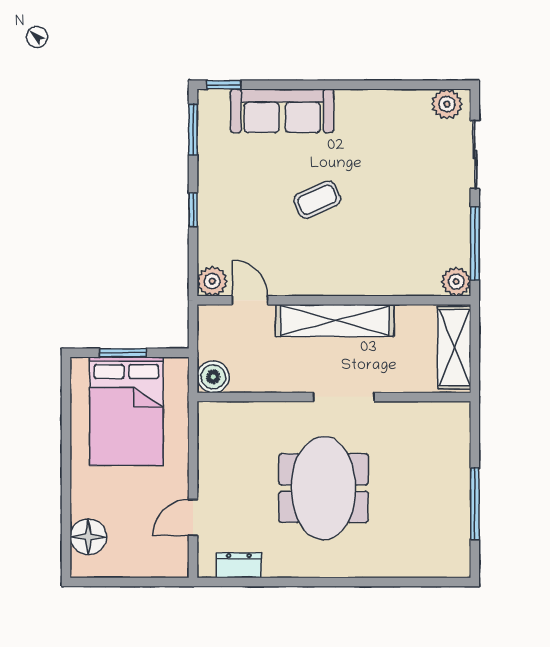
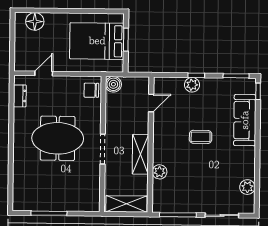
plant: (447, 104) -> (247, 187), moved
coffee table: (317, 200) -> (201, 137), turned -66
plant: (212, 281) -> (192, 85), moved
plant: (456, 282) -> (160, 172), moved
shelving: (335, 321) -> (140, 154), width x0.68
chair: (226, 421) -> (91, 90), added
door: (193, 518) -> (44, 73), hinge flipped

